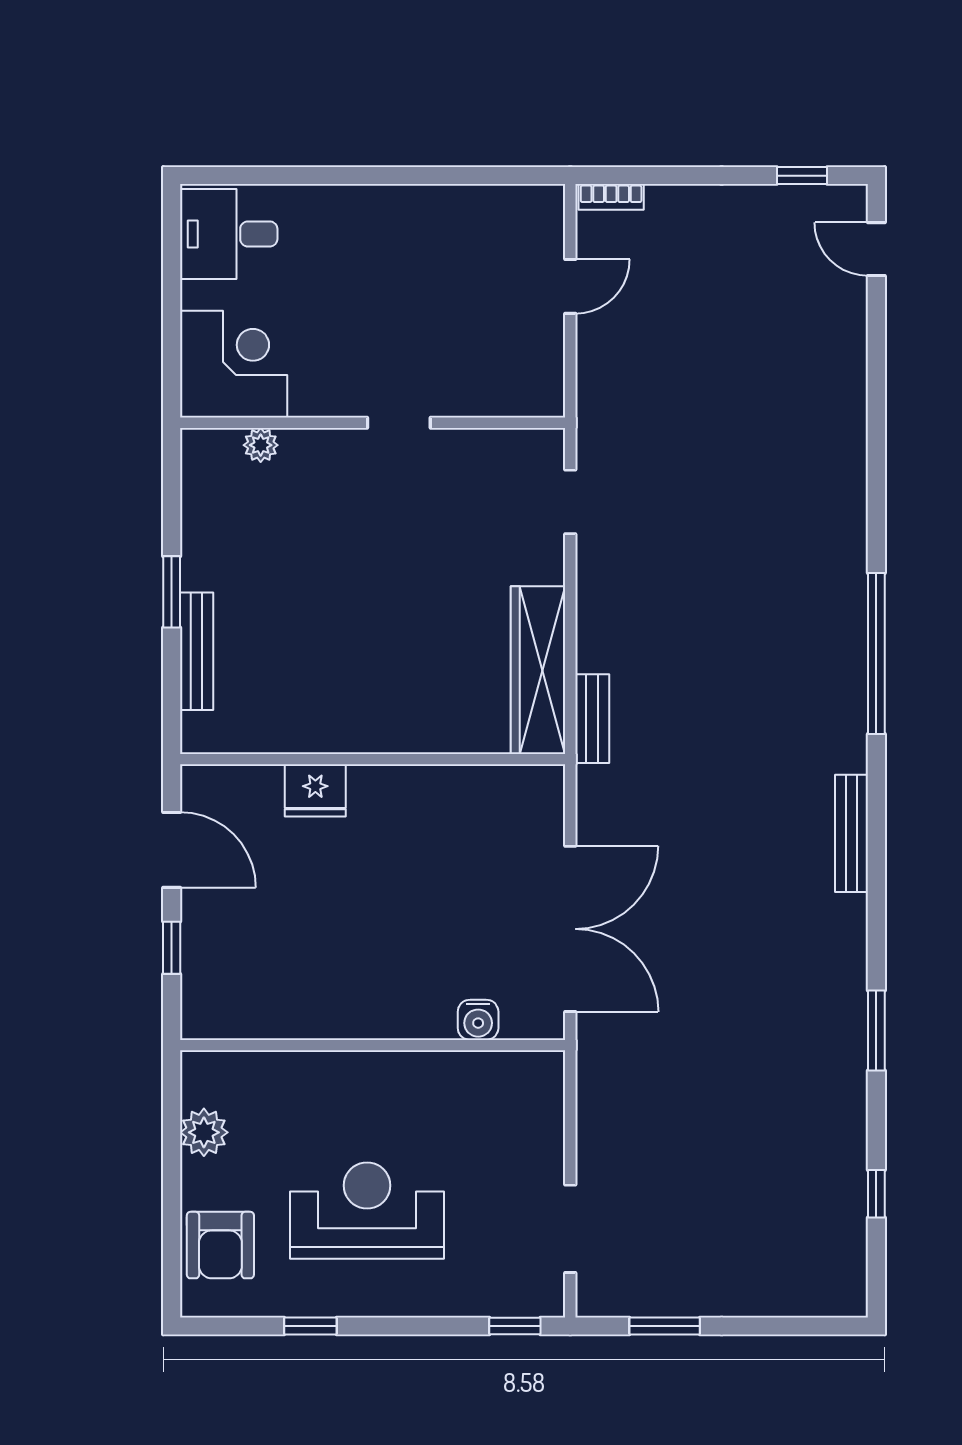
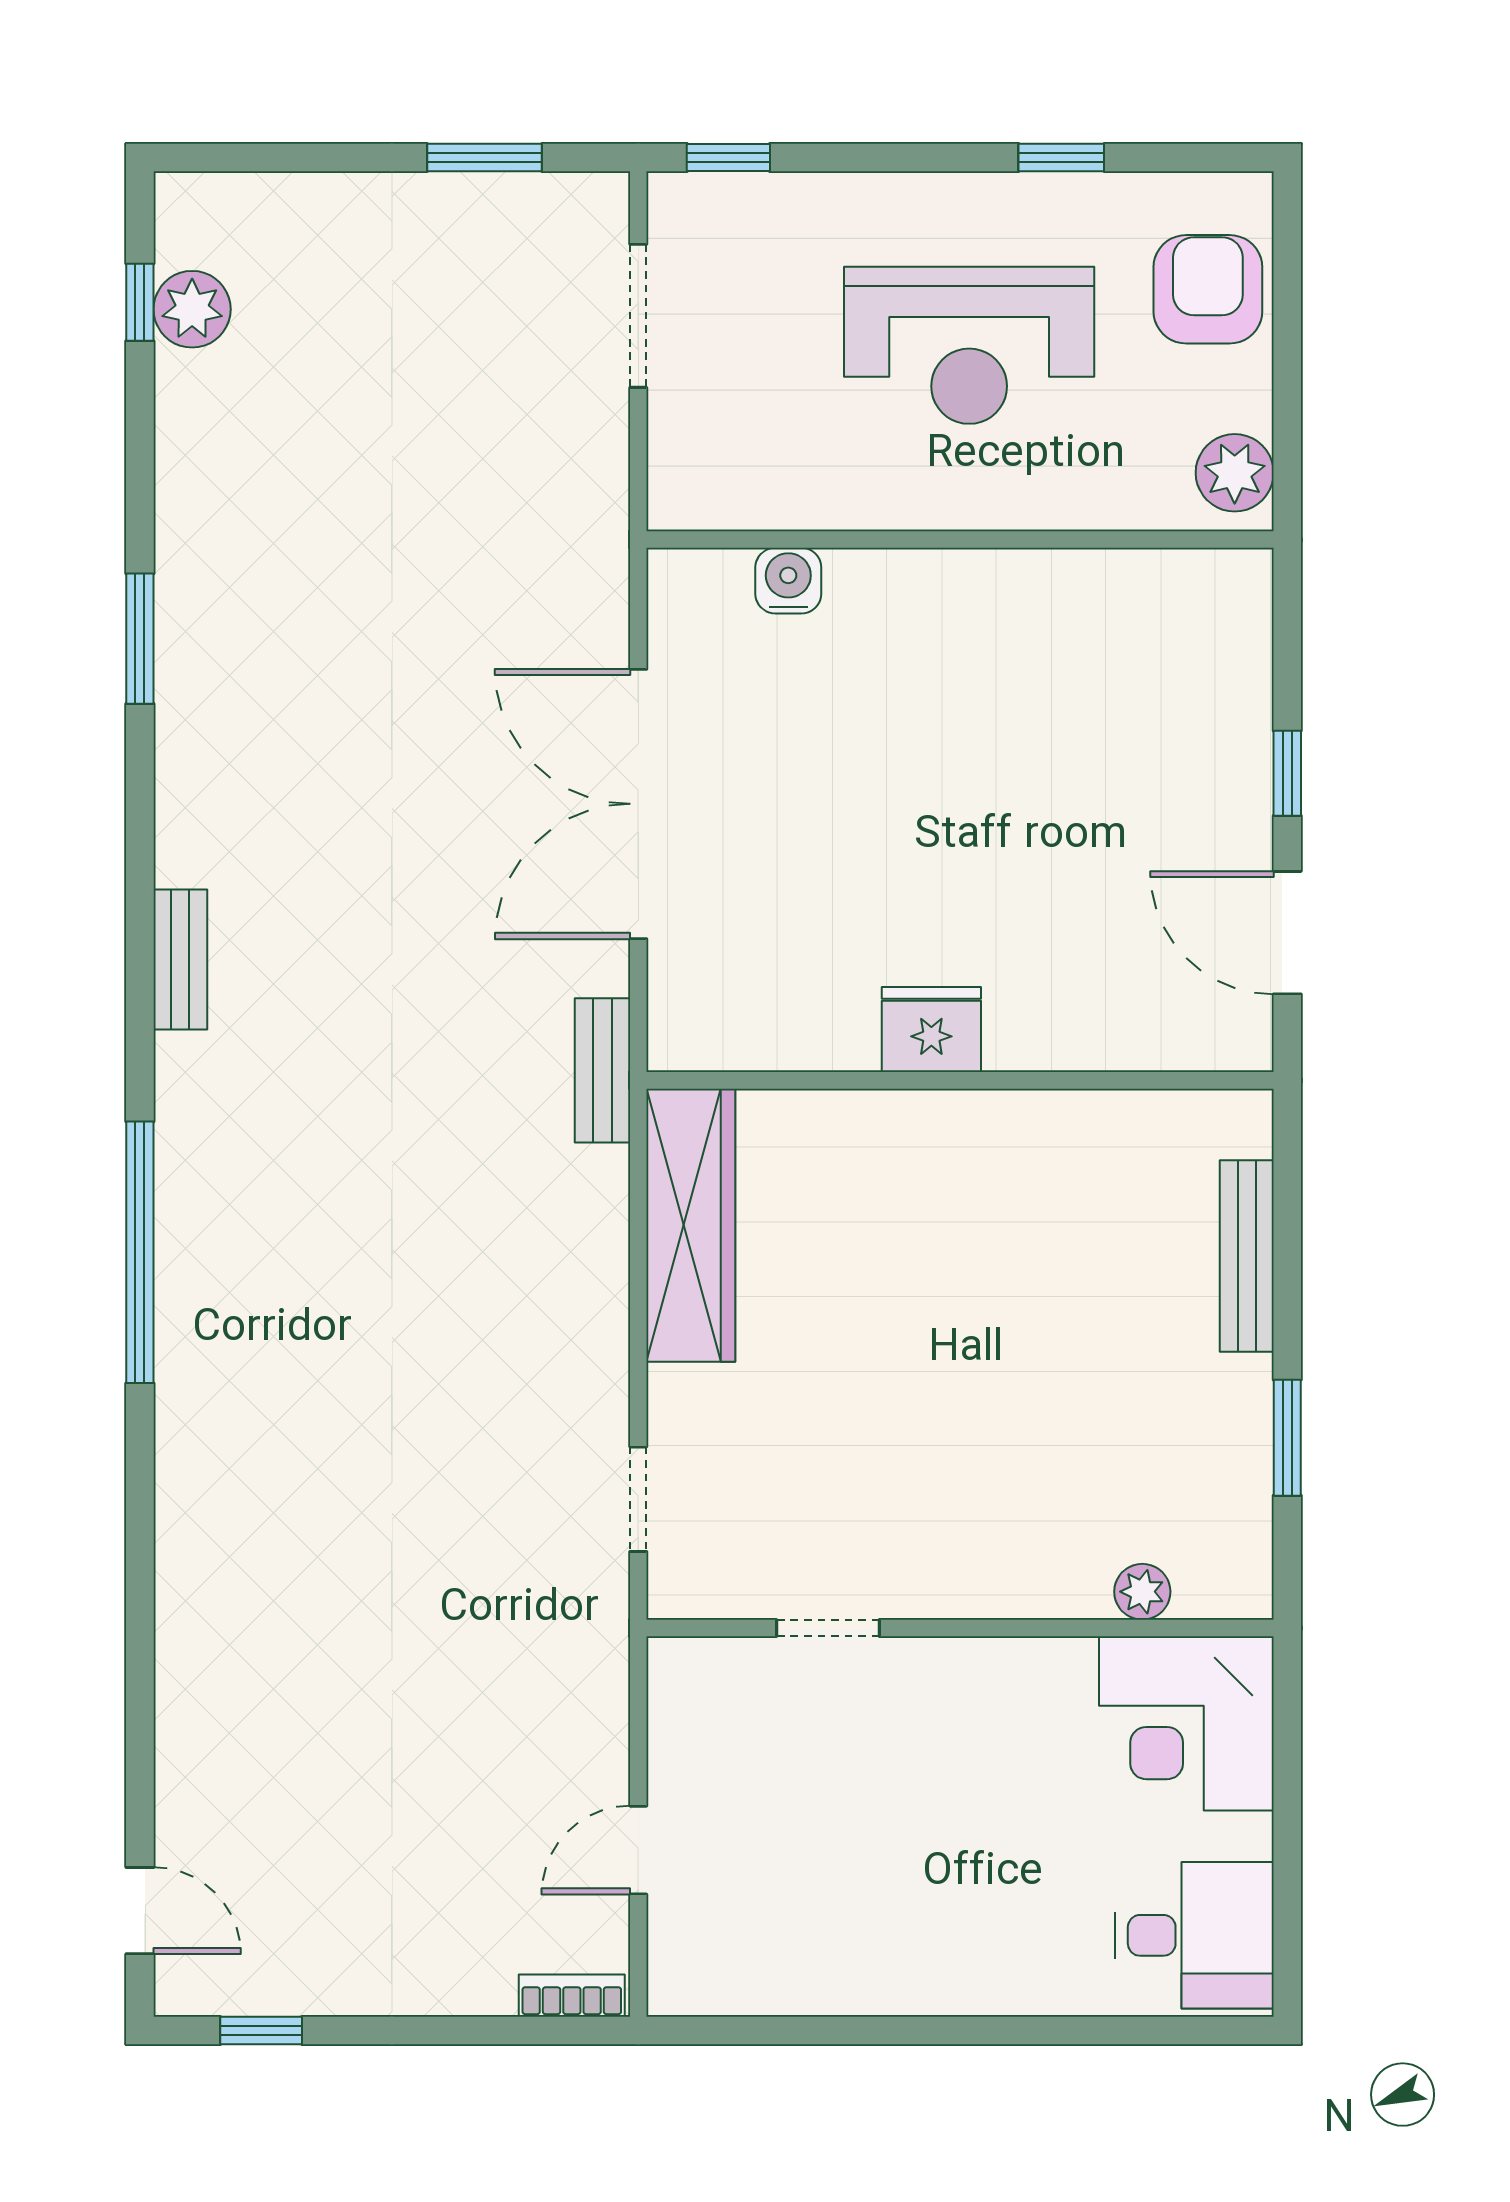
doorway: (399, 423) -> (828, 1628), moved
window: (172, 592) -> (1287, 1438), moved
bench: (592, 719) -> (602, 1070), moved
fridge: (315, 790) -> (931, 1029), moved
bench: (852, 833) -> (180, 959), width x0.73
water cooler: (478, 1020) -> (788, 581), moved
wall: (373, 1045) -> (960, 540), moved
window: (876, 1194) -> (140, 302), moved
plant: (844, 1233) -> (192, 309), added

